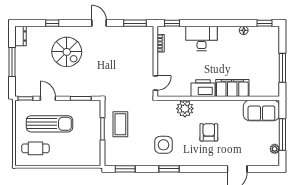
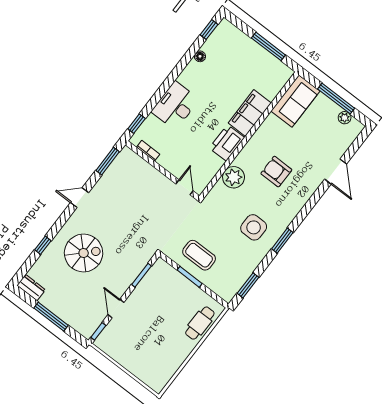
door: (48, 98) -> (116, 309), hinge flipped
sun lounger: (50, 124) -> (143, 327), removed
cafe table: (35, 148) -> (200, 323), moved

